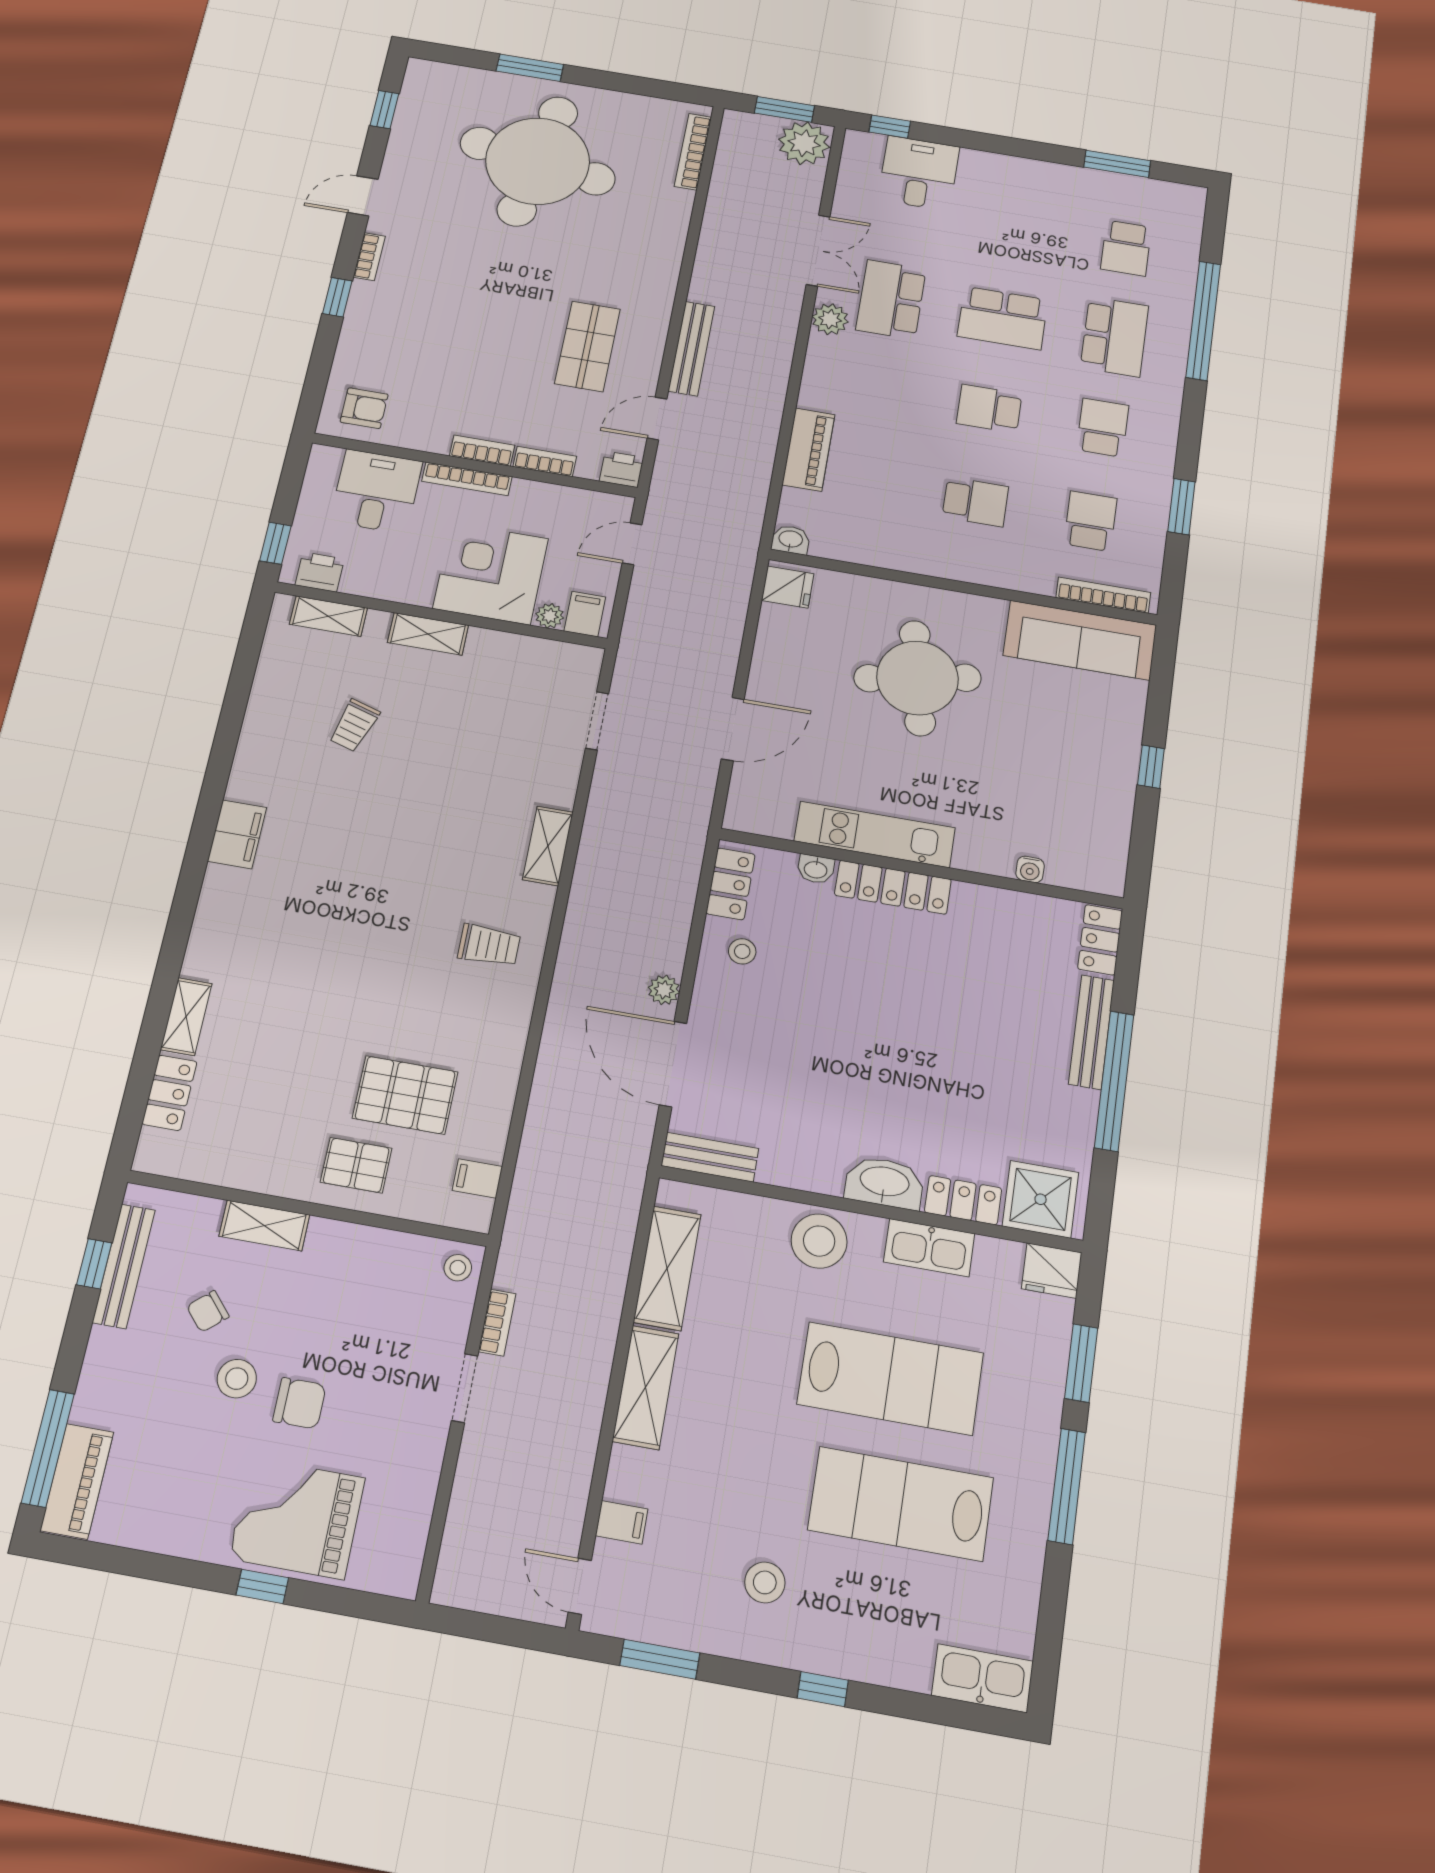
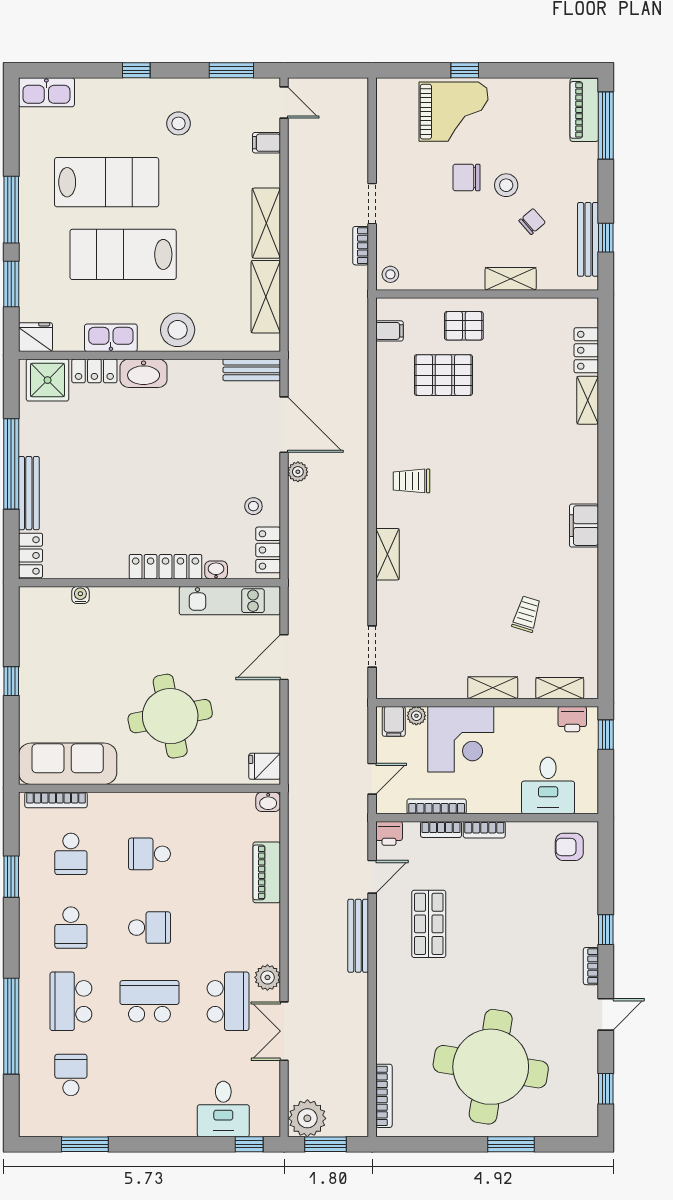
bookcase: (467, 479) -> (437, 806), moved
kitchen unit: (875, 834) -> (230, 601), moved

